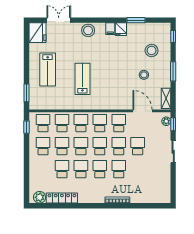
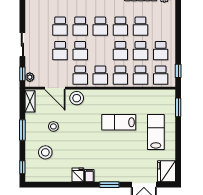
window: (136, 20) -> (109, 185), moved
stool: (88, 30) -> (77, 98), moved
lab bench: (82, 79) -> (119, 122), turned 90
school desk: (100, 146) -> (60, 26), moved

